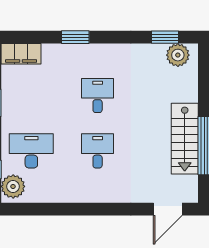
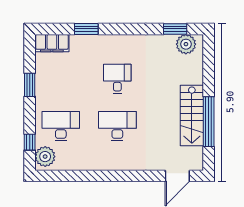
window: (75, 37) -> (86, 29), moved
desk: (98, 151) -> (117, 126), width x1.37

